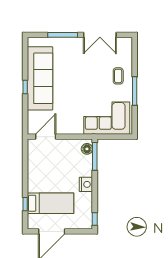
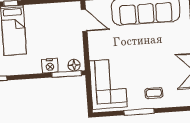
nightstand: (86, 184) -> (50, 66), moved

